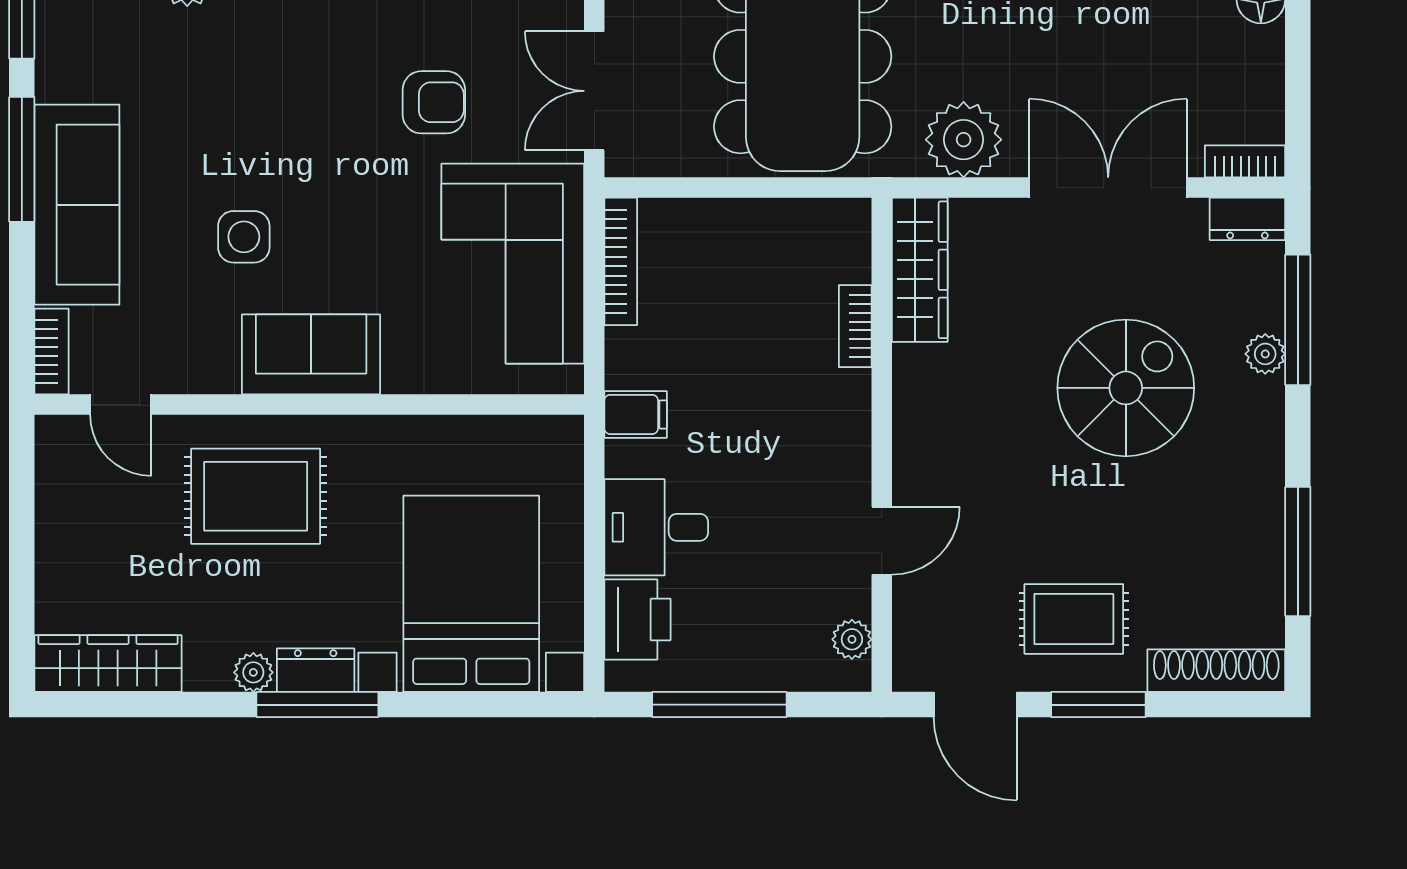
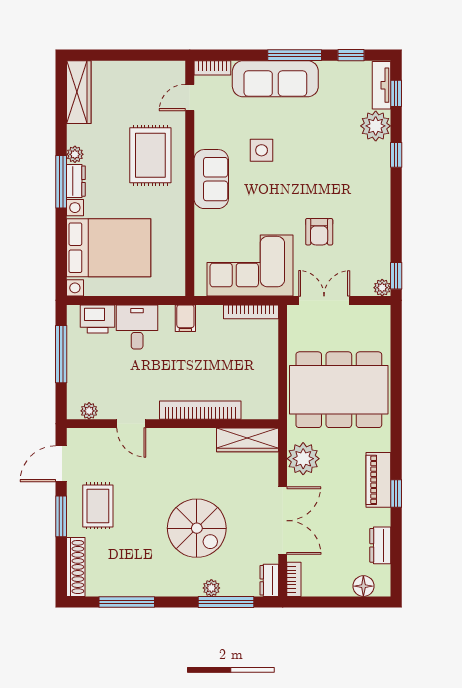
bookcase: (855, 326) -> (200, 410), width x2.31, depth x1.31

